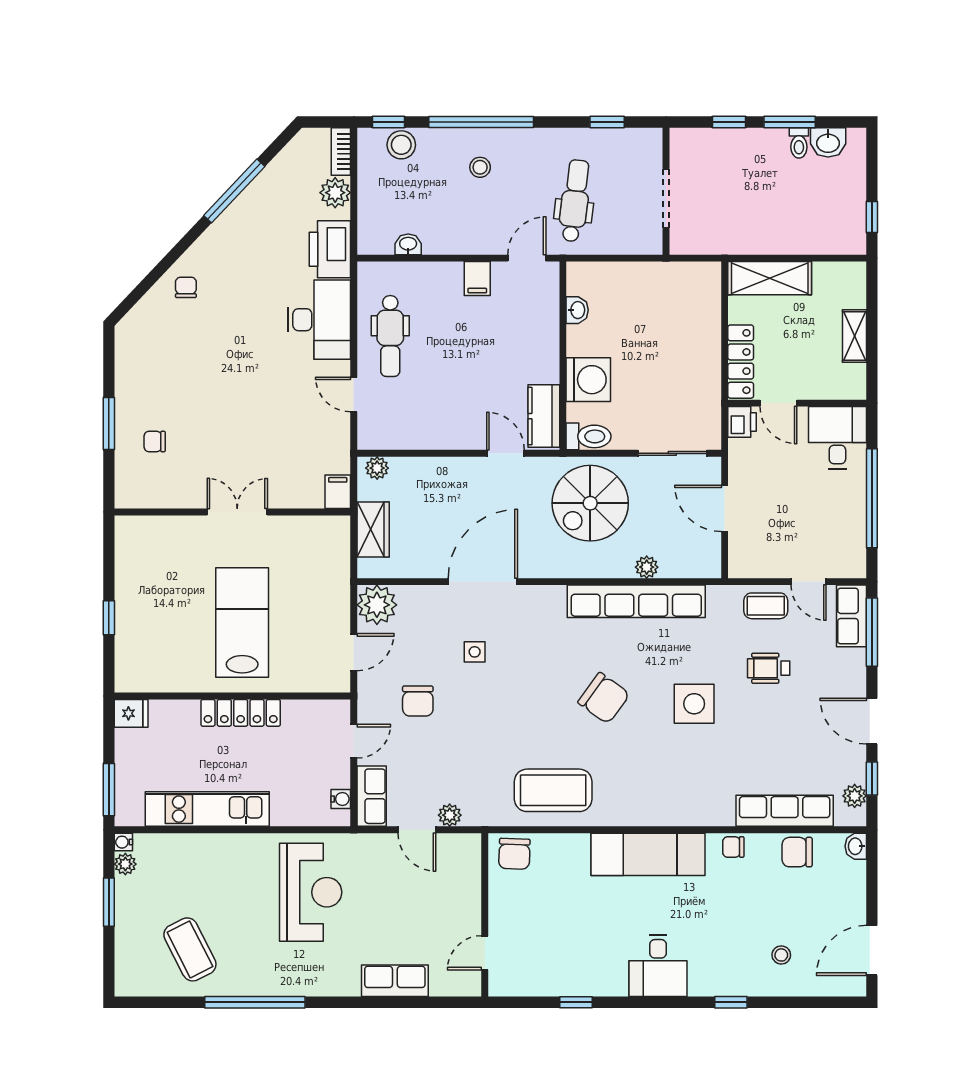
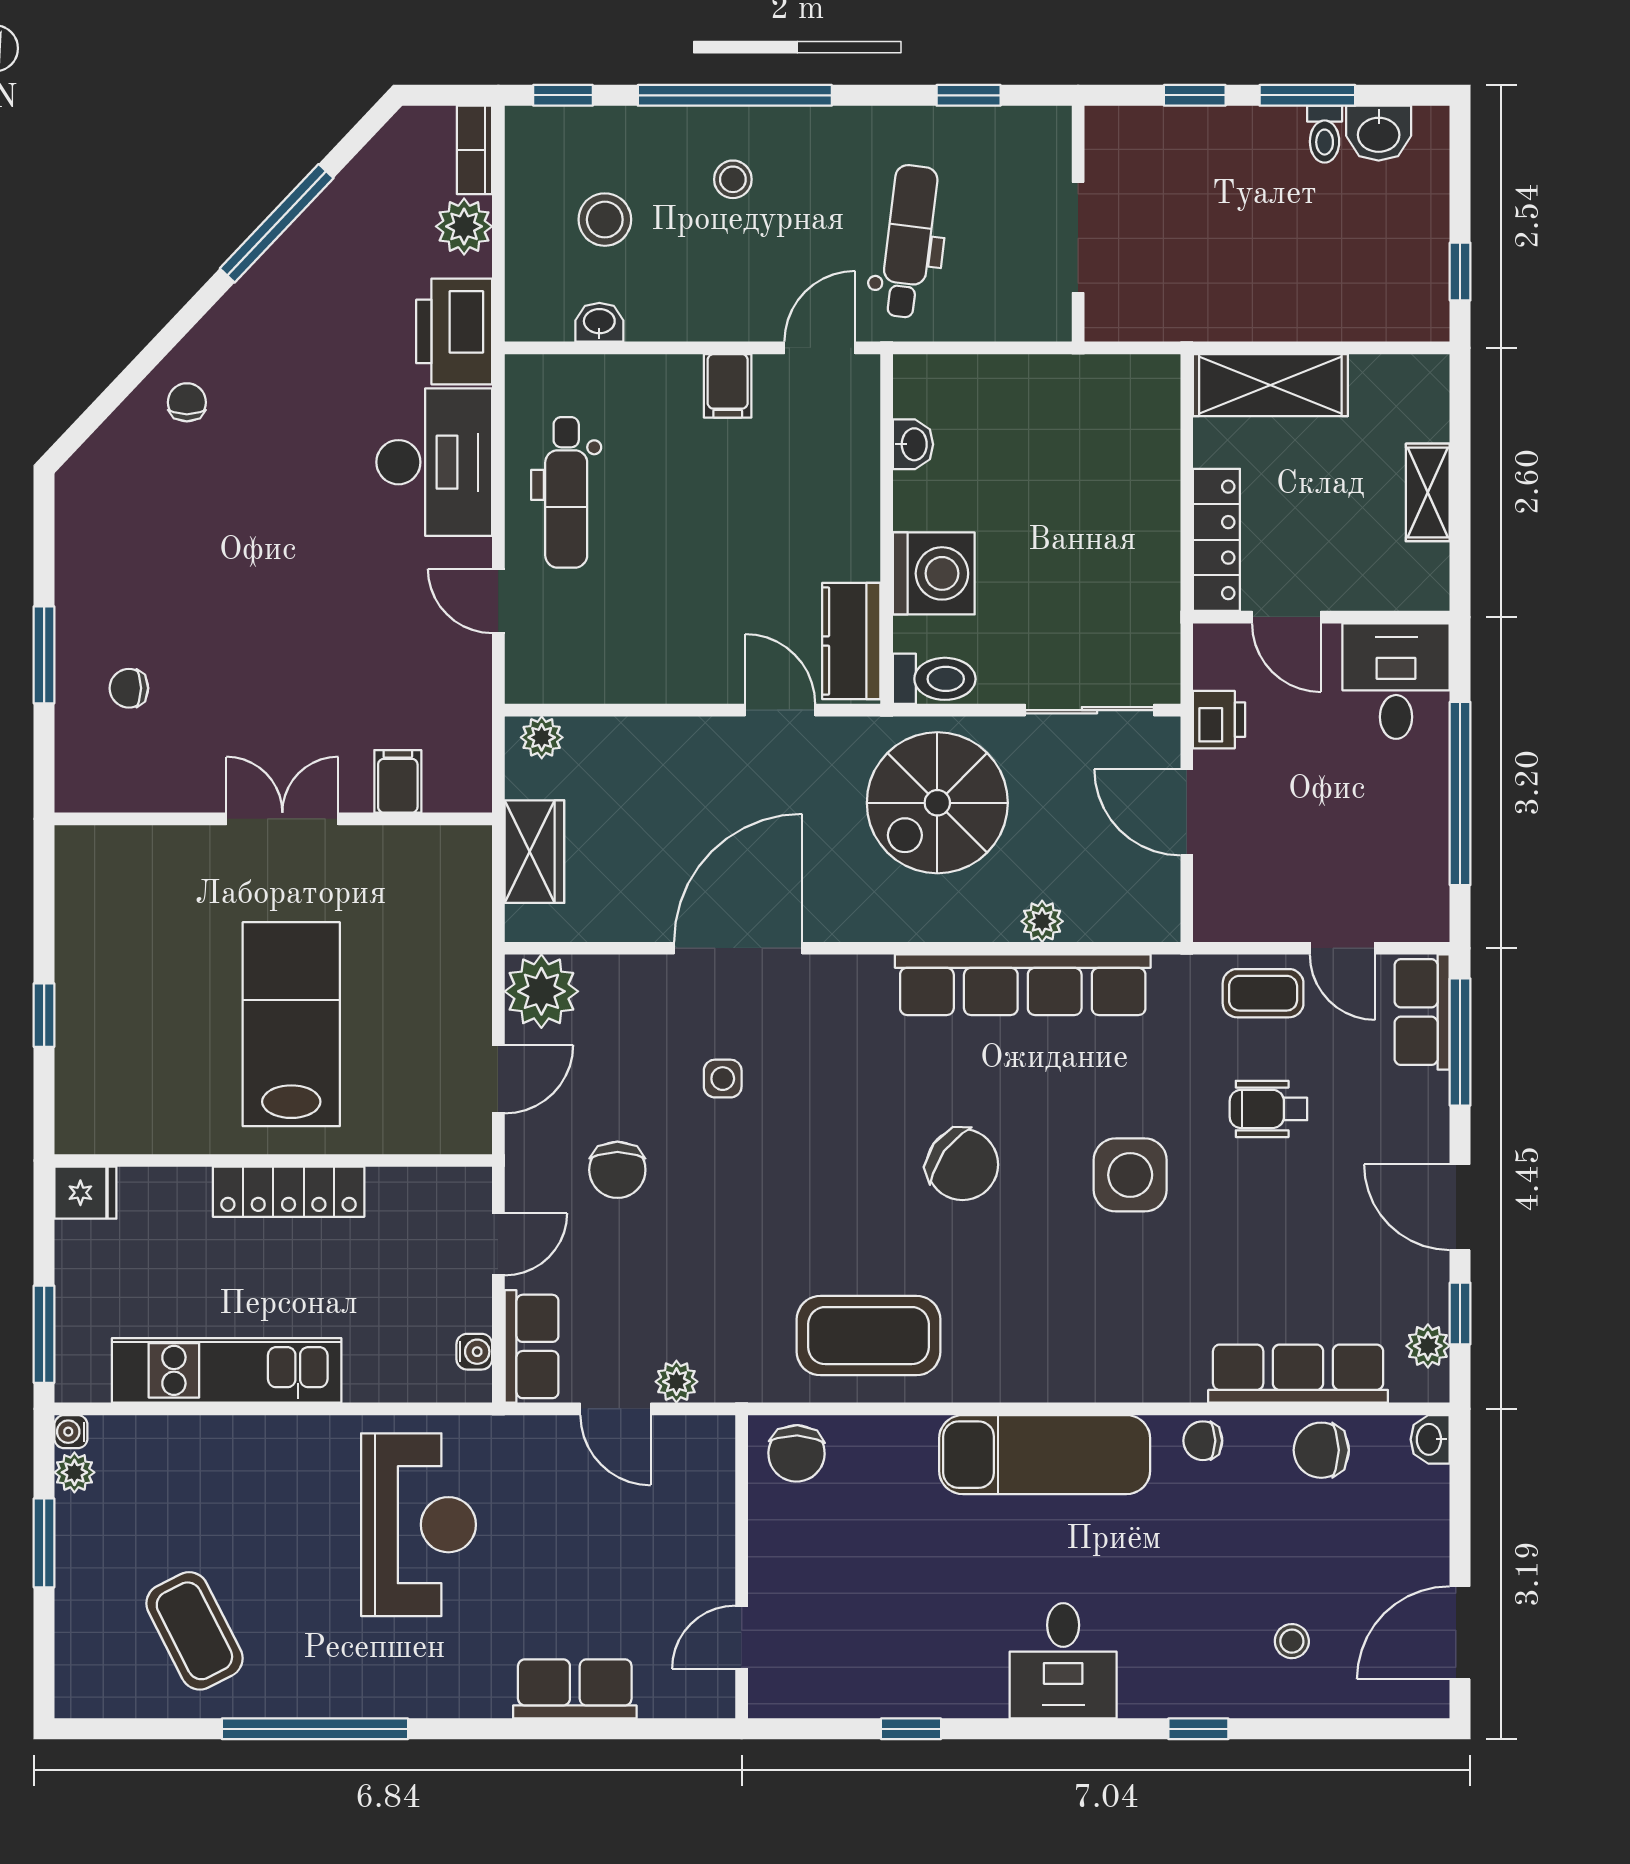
stool: (401, 145) -> (605, 220), moved
printer: (742, 422) -> (1219, 720), moved
filing cabinet: (338, 492) -> (398, 781), moved

